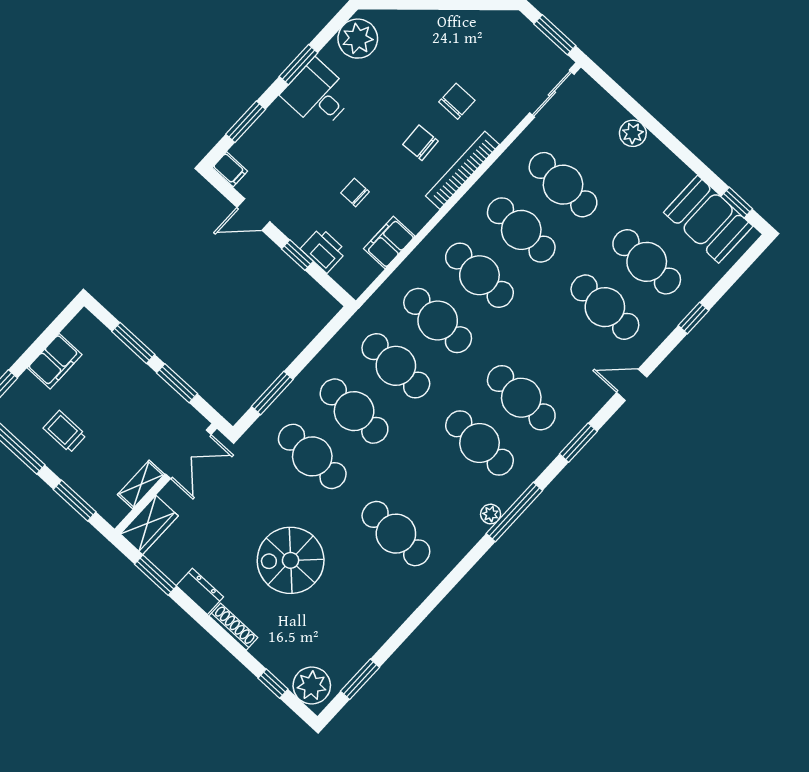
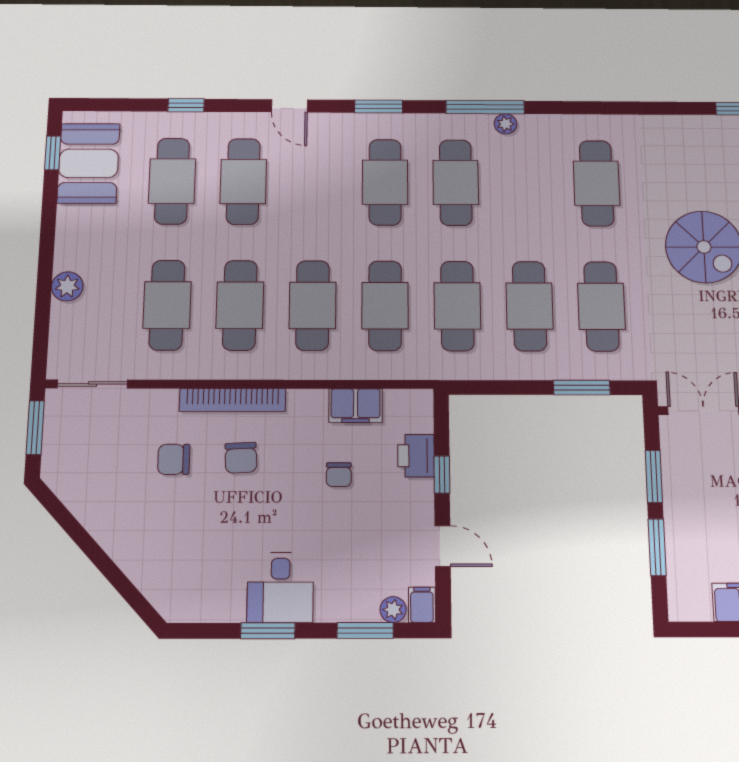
plant: (358, 39) -> (393, 610), moved, width x0.53, depth x0.53

